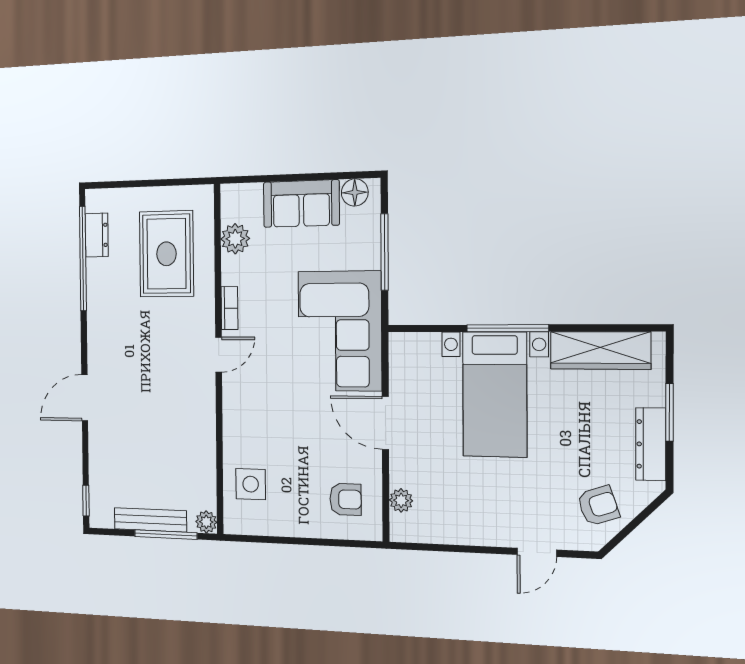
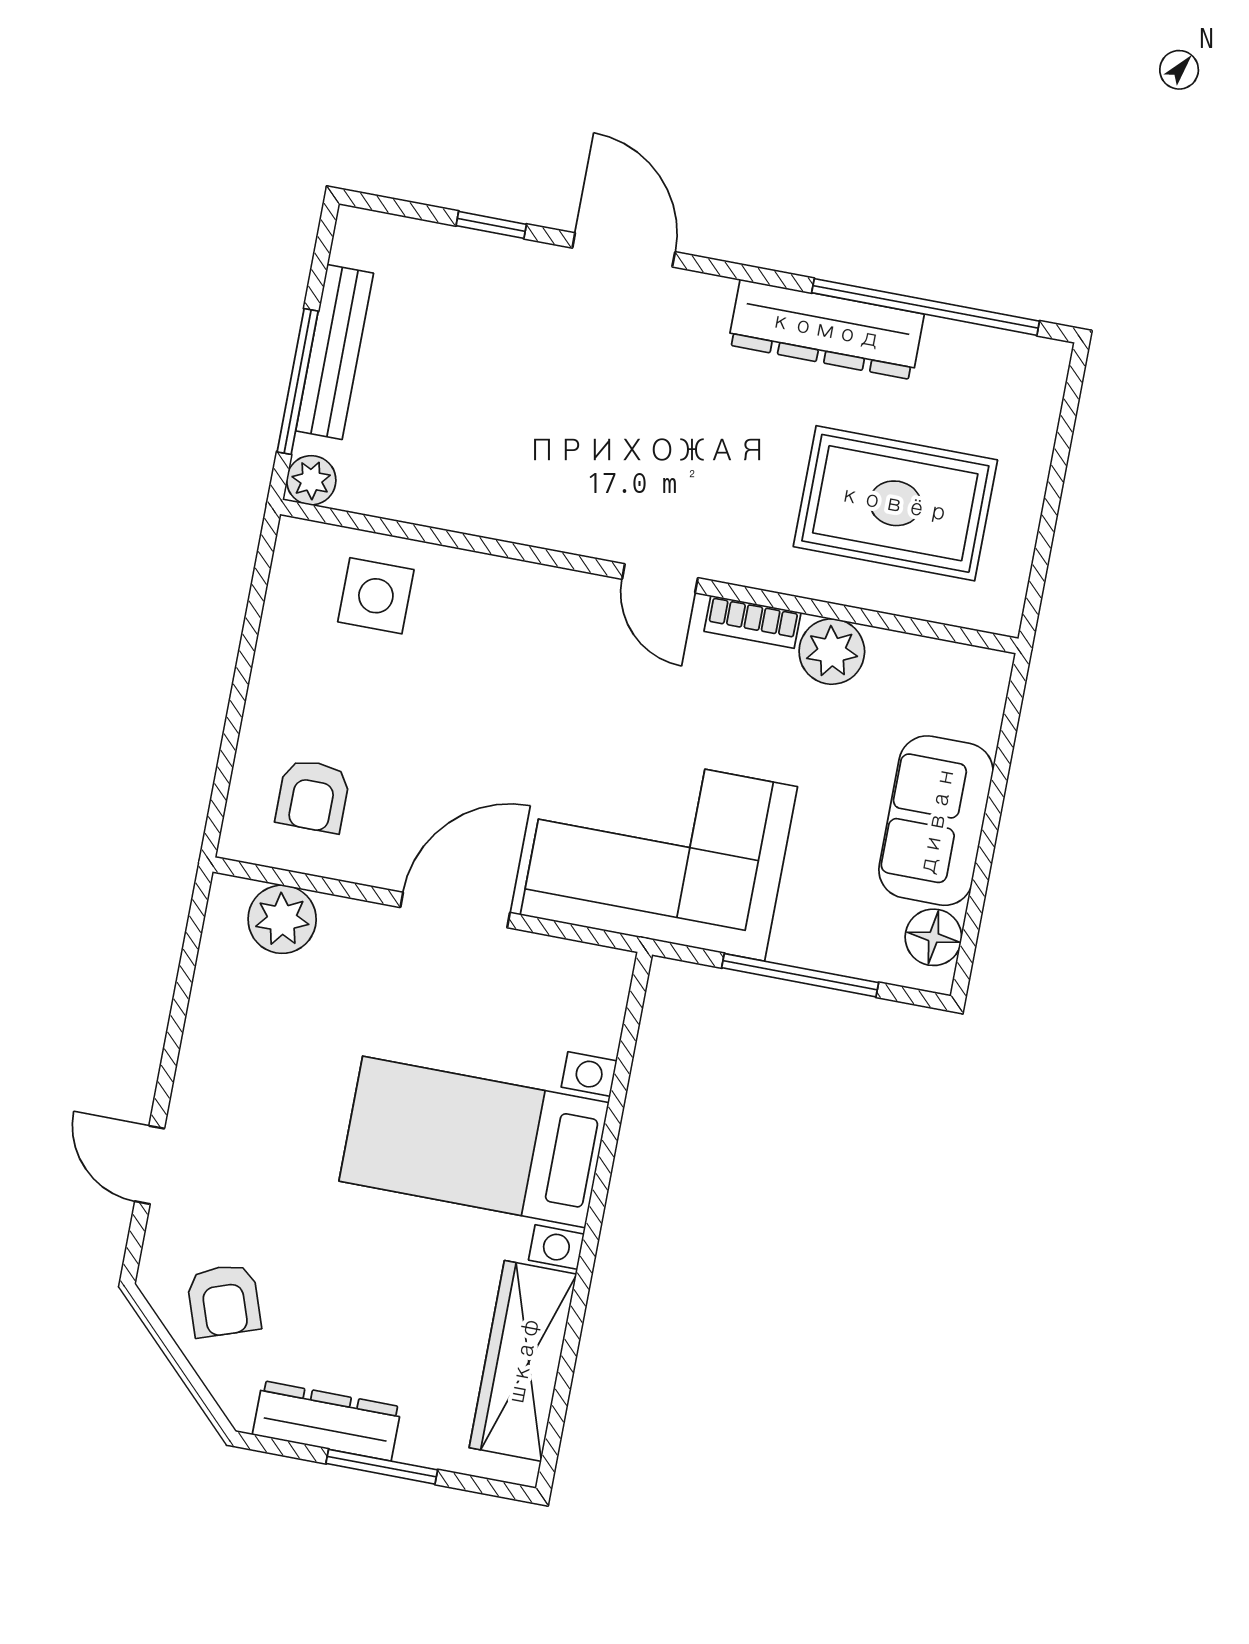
dresser: (97, 235) -> (826, 329), moved, width x1.96, depth x1.24
plant: (235, 239) -> (832, 652), moved
window: (508, 328) -> (600, 1192), removed
plant: (401, 500) -> (282, 919), width x1.38, depth x1.38
window: (86, 501) -> (491, 225), moved

